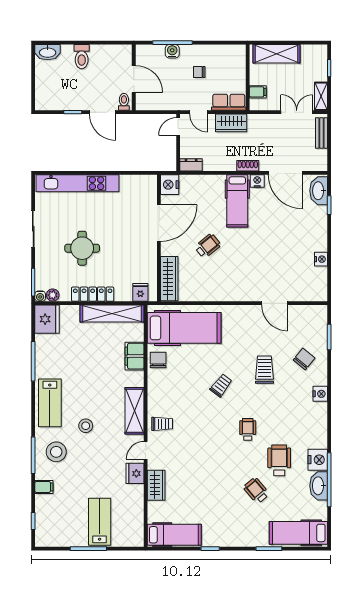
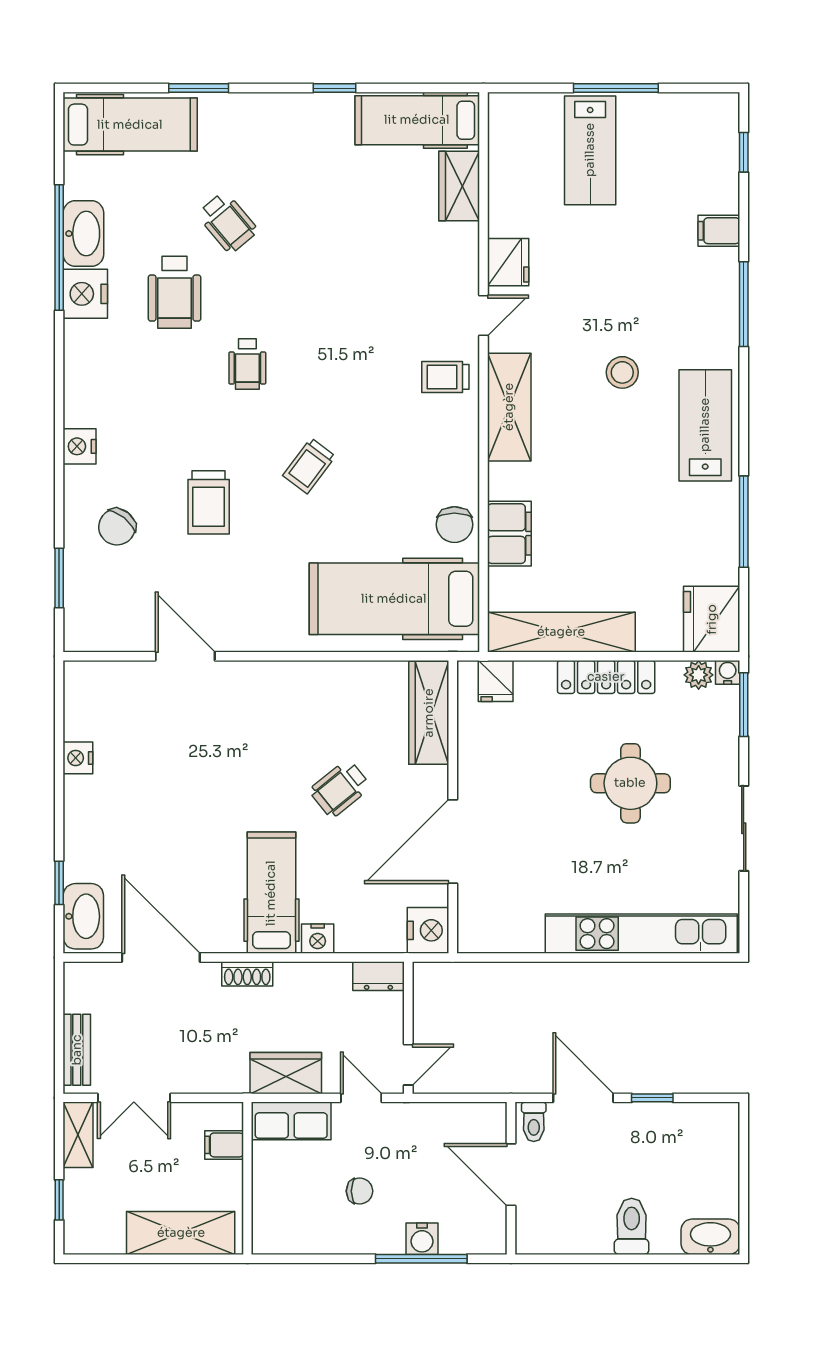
nightstand: (257, 181) -> (318, 939), moved
stool: (56, 452) -> (690, 312), removed
wardrobe: (156, 485) -> (459, 186), moved

